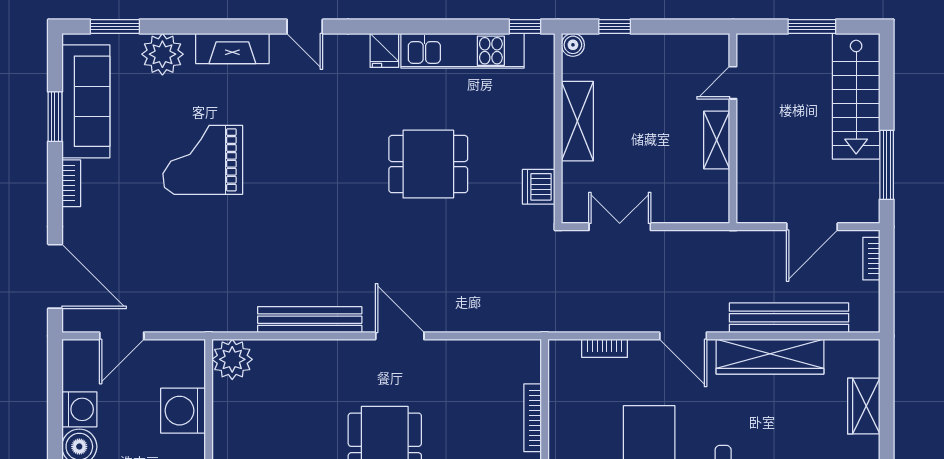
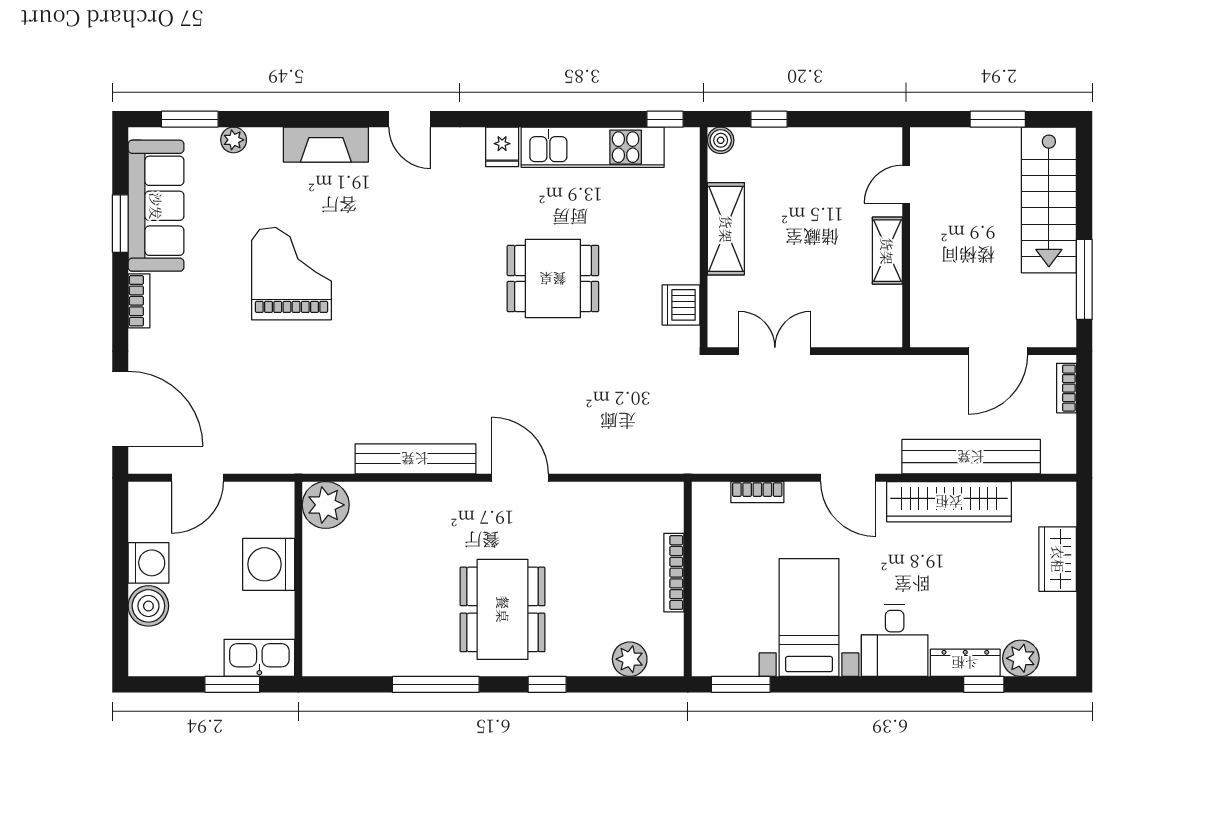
plant: (162, 54) -> (234, 140), width x0.53, depth x0.53
grand piano: (203, 160) -> (291, 274), turned 90

